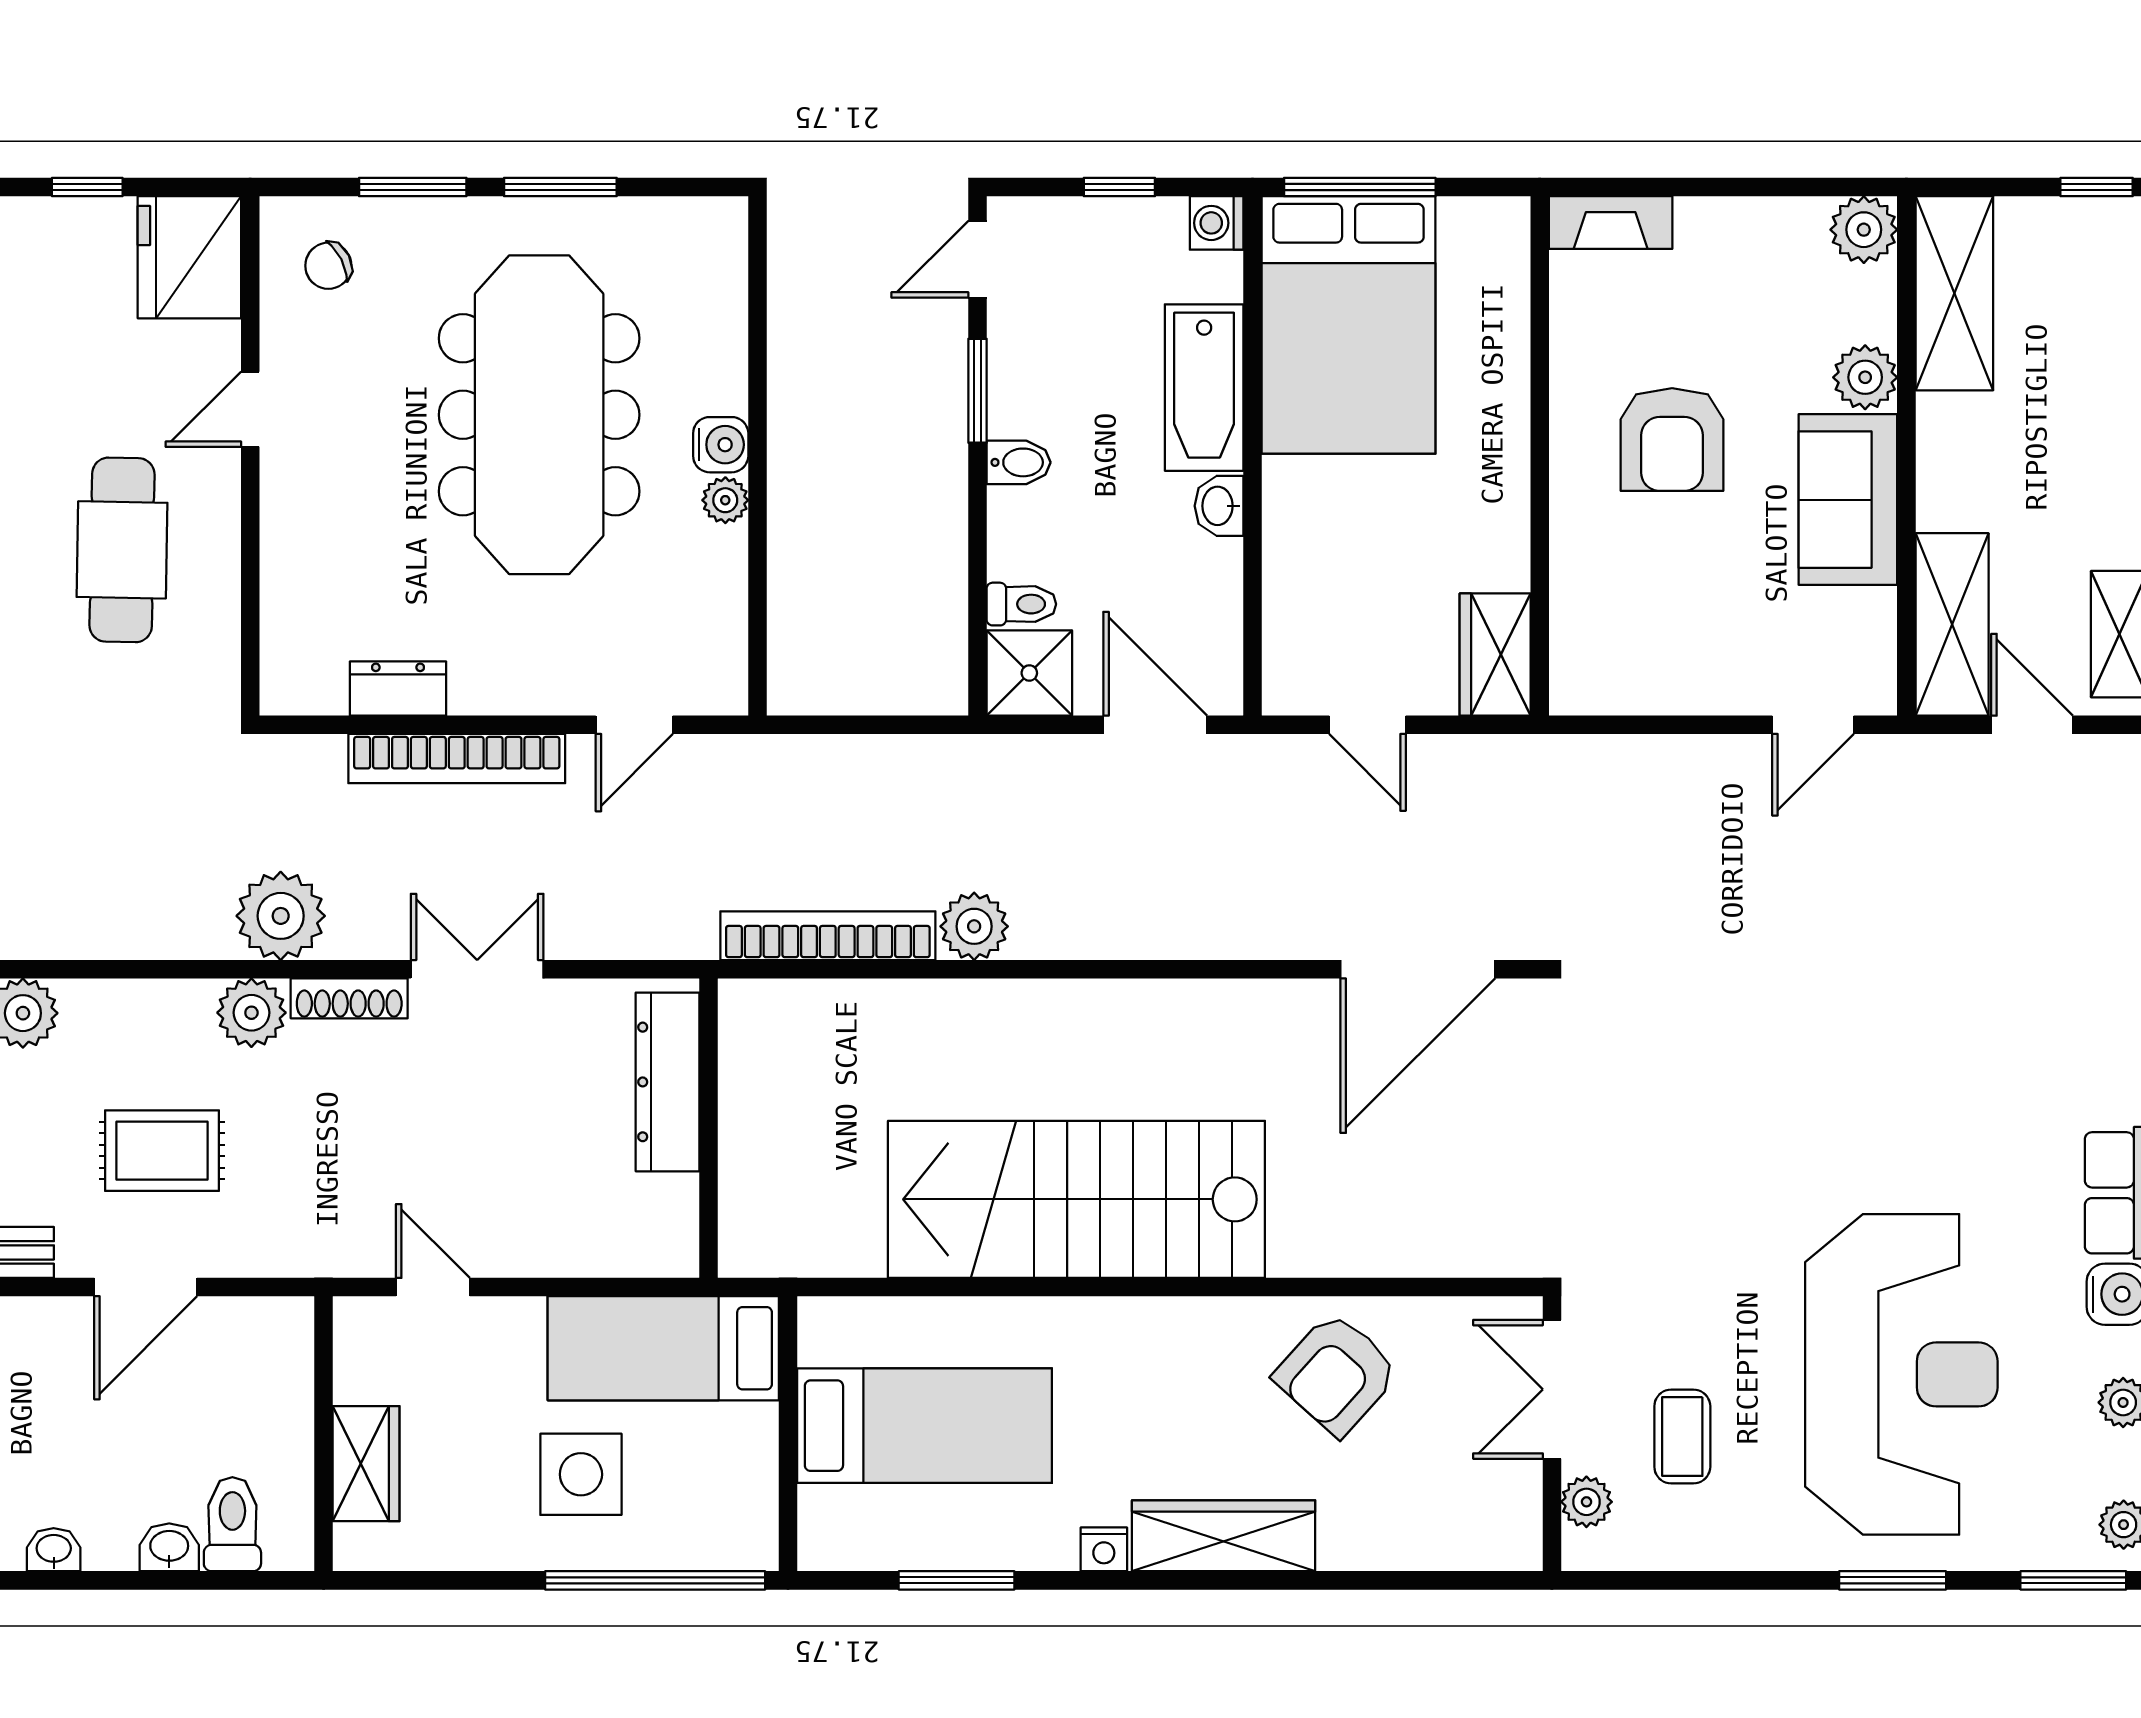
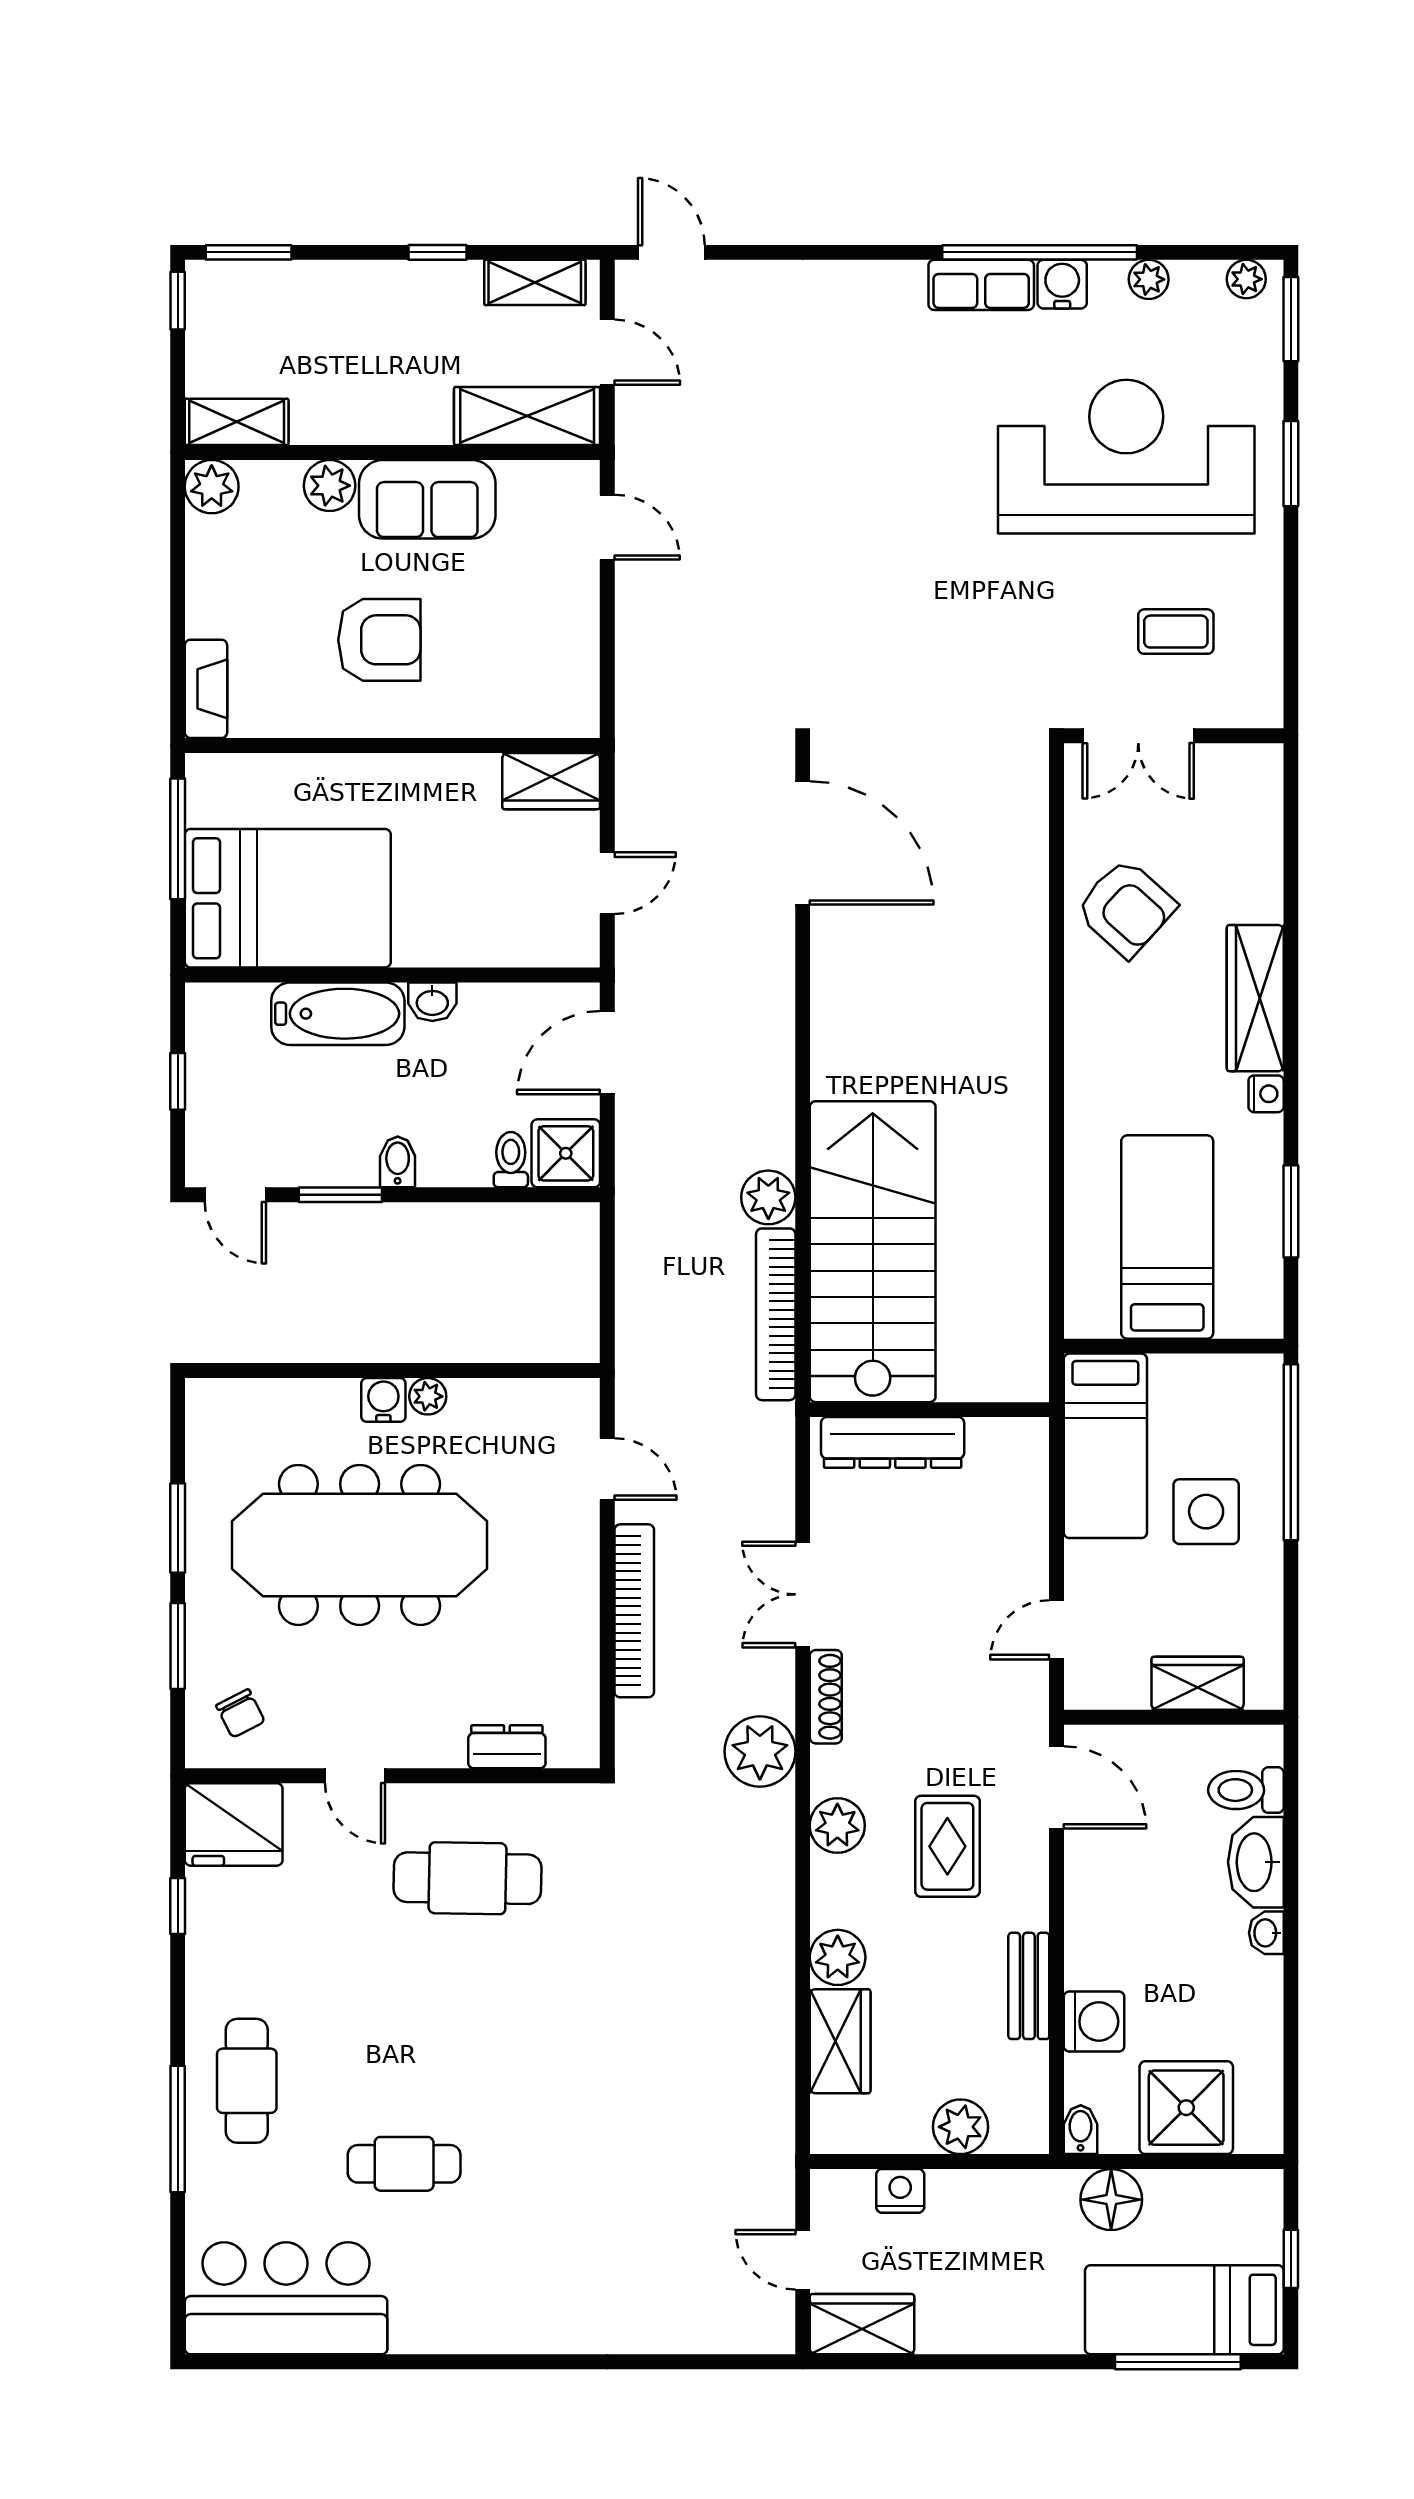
window: (1360, 187) -> (178, 839), moved
washing machine: (1217, 223) -> (206, 1004), removed
shelving: (1954, 293) -> (237, 422), width x0.67, depth x0.75
dresser: (398, 689) -> (507, 1747), moved, turned 90
door: (2032, 725) -> (607, 352), swing flipped
plant: (251, 1013) -> (837, 1826), moved
stairs: (1076, 1199) -> (873, 1252), moved, turned 180
door: (146, 1287) -> (1056, 1787), moved
plant: (1586, 1502) -> (1228, 708), removed
washbasin: (169, 1547) -> (1256, 1862), width x1.91, depth x1.45

